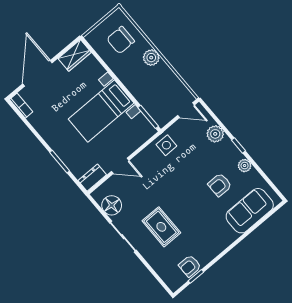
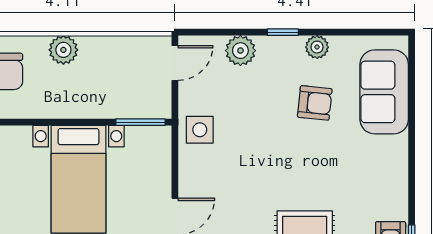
armchair: (220, 185) -> (315, 103), turned -84

